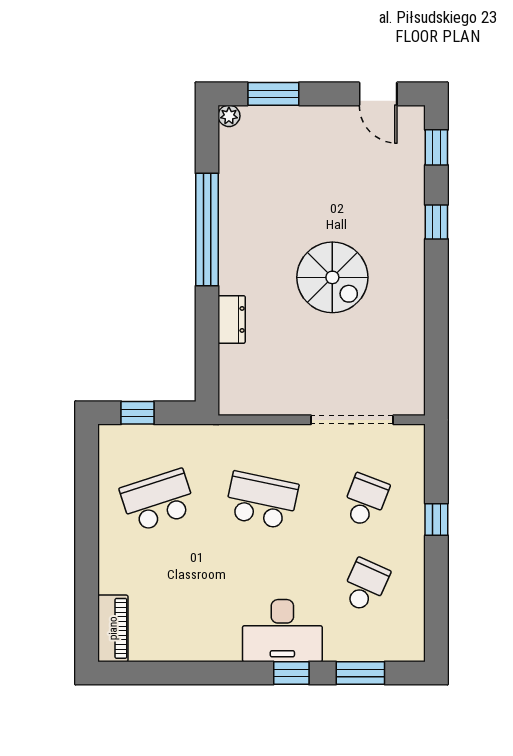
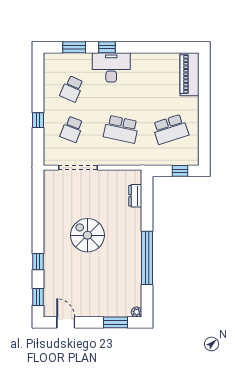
dresser: (232, 319) -> (135, 196), moved
piano: (113, 628) -> (189, 74), width x1.37, depth x1.33

